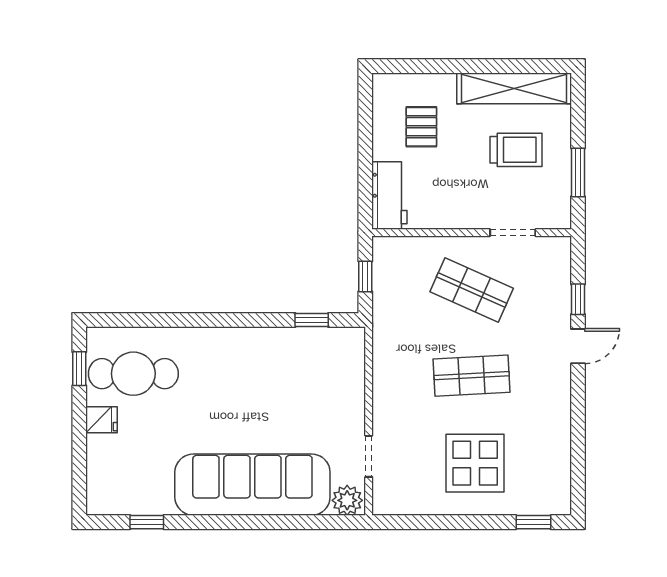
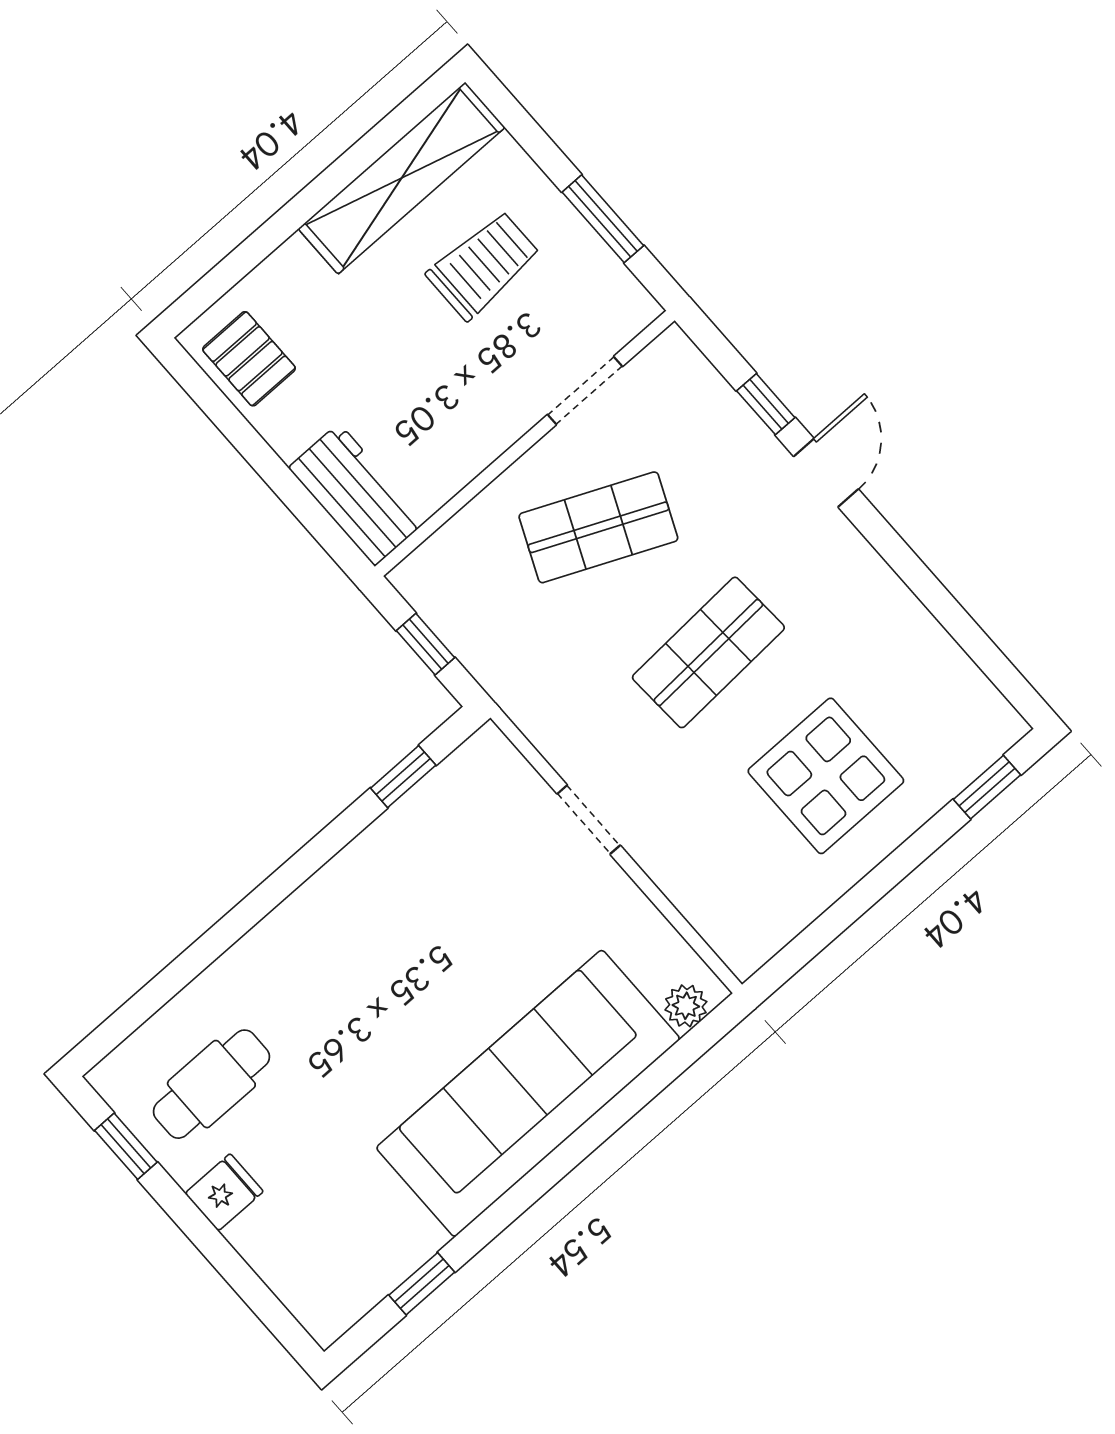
pallet: (421, 127) -> (249, 359), moved
cafe table: (133, 374) -> (211, 1084), width x0.73, depth x0.74
doorway: (369, 456) -> (589, 820), moved
plant: (347, 500) -> (686, 1006), width x0.73, depth x0.73

